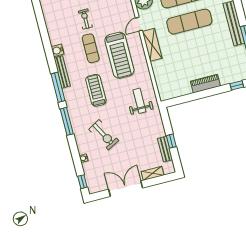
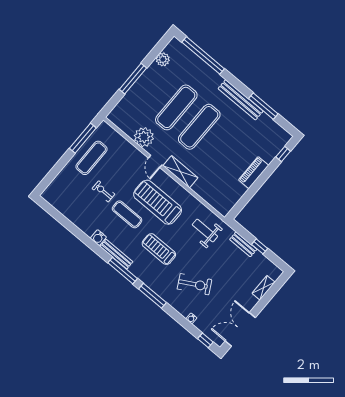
treadmill: (119, 55) -> (158, 202), turned 180
bench: (165, 149) -> (243, 244), moved
double door: (126, 189) -> (240, 329), moved

